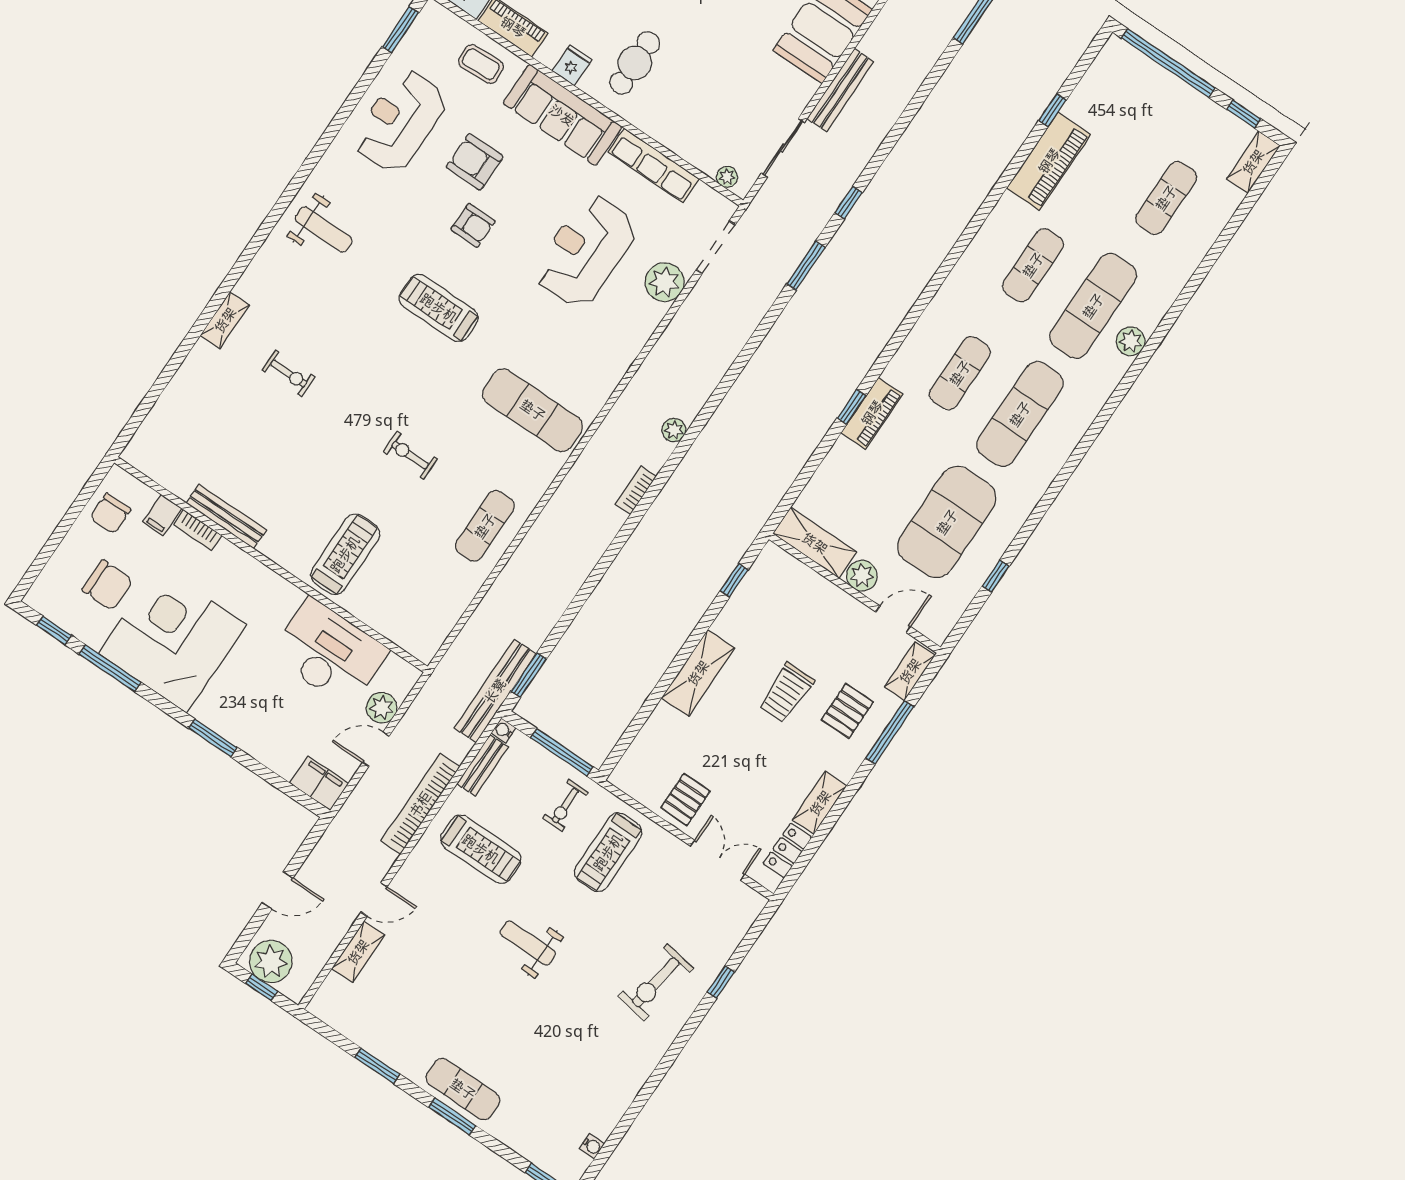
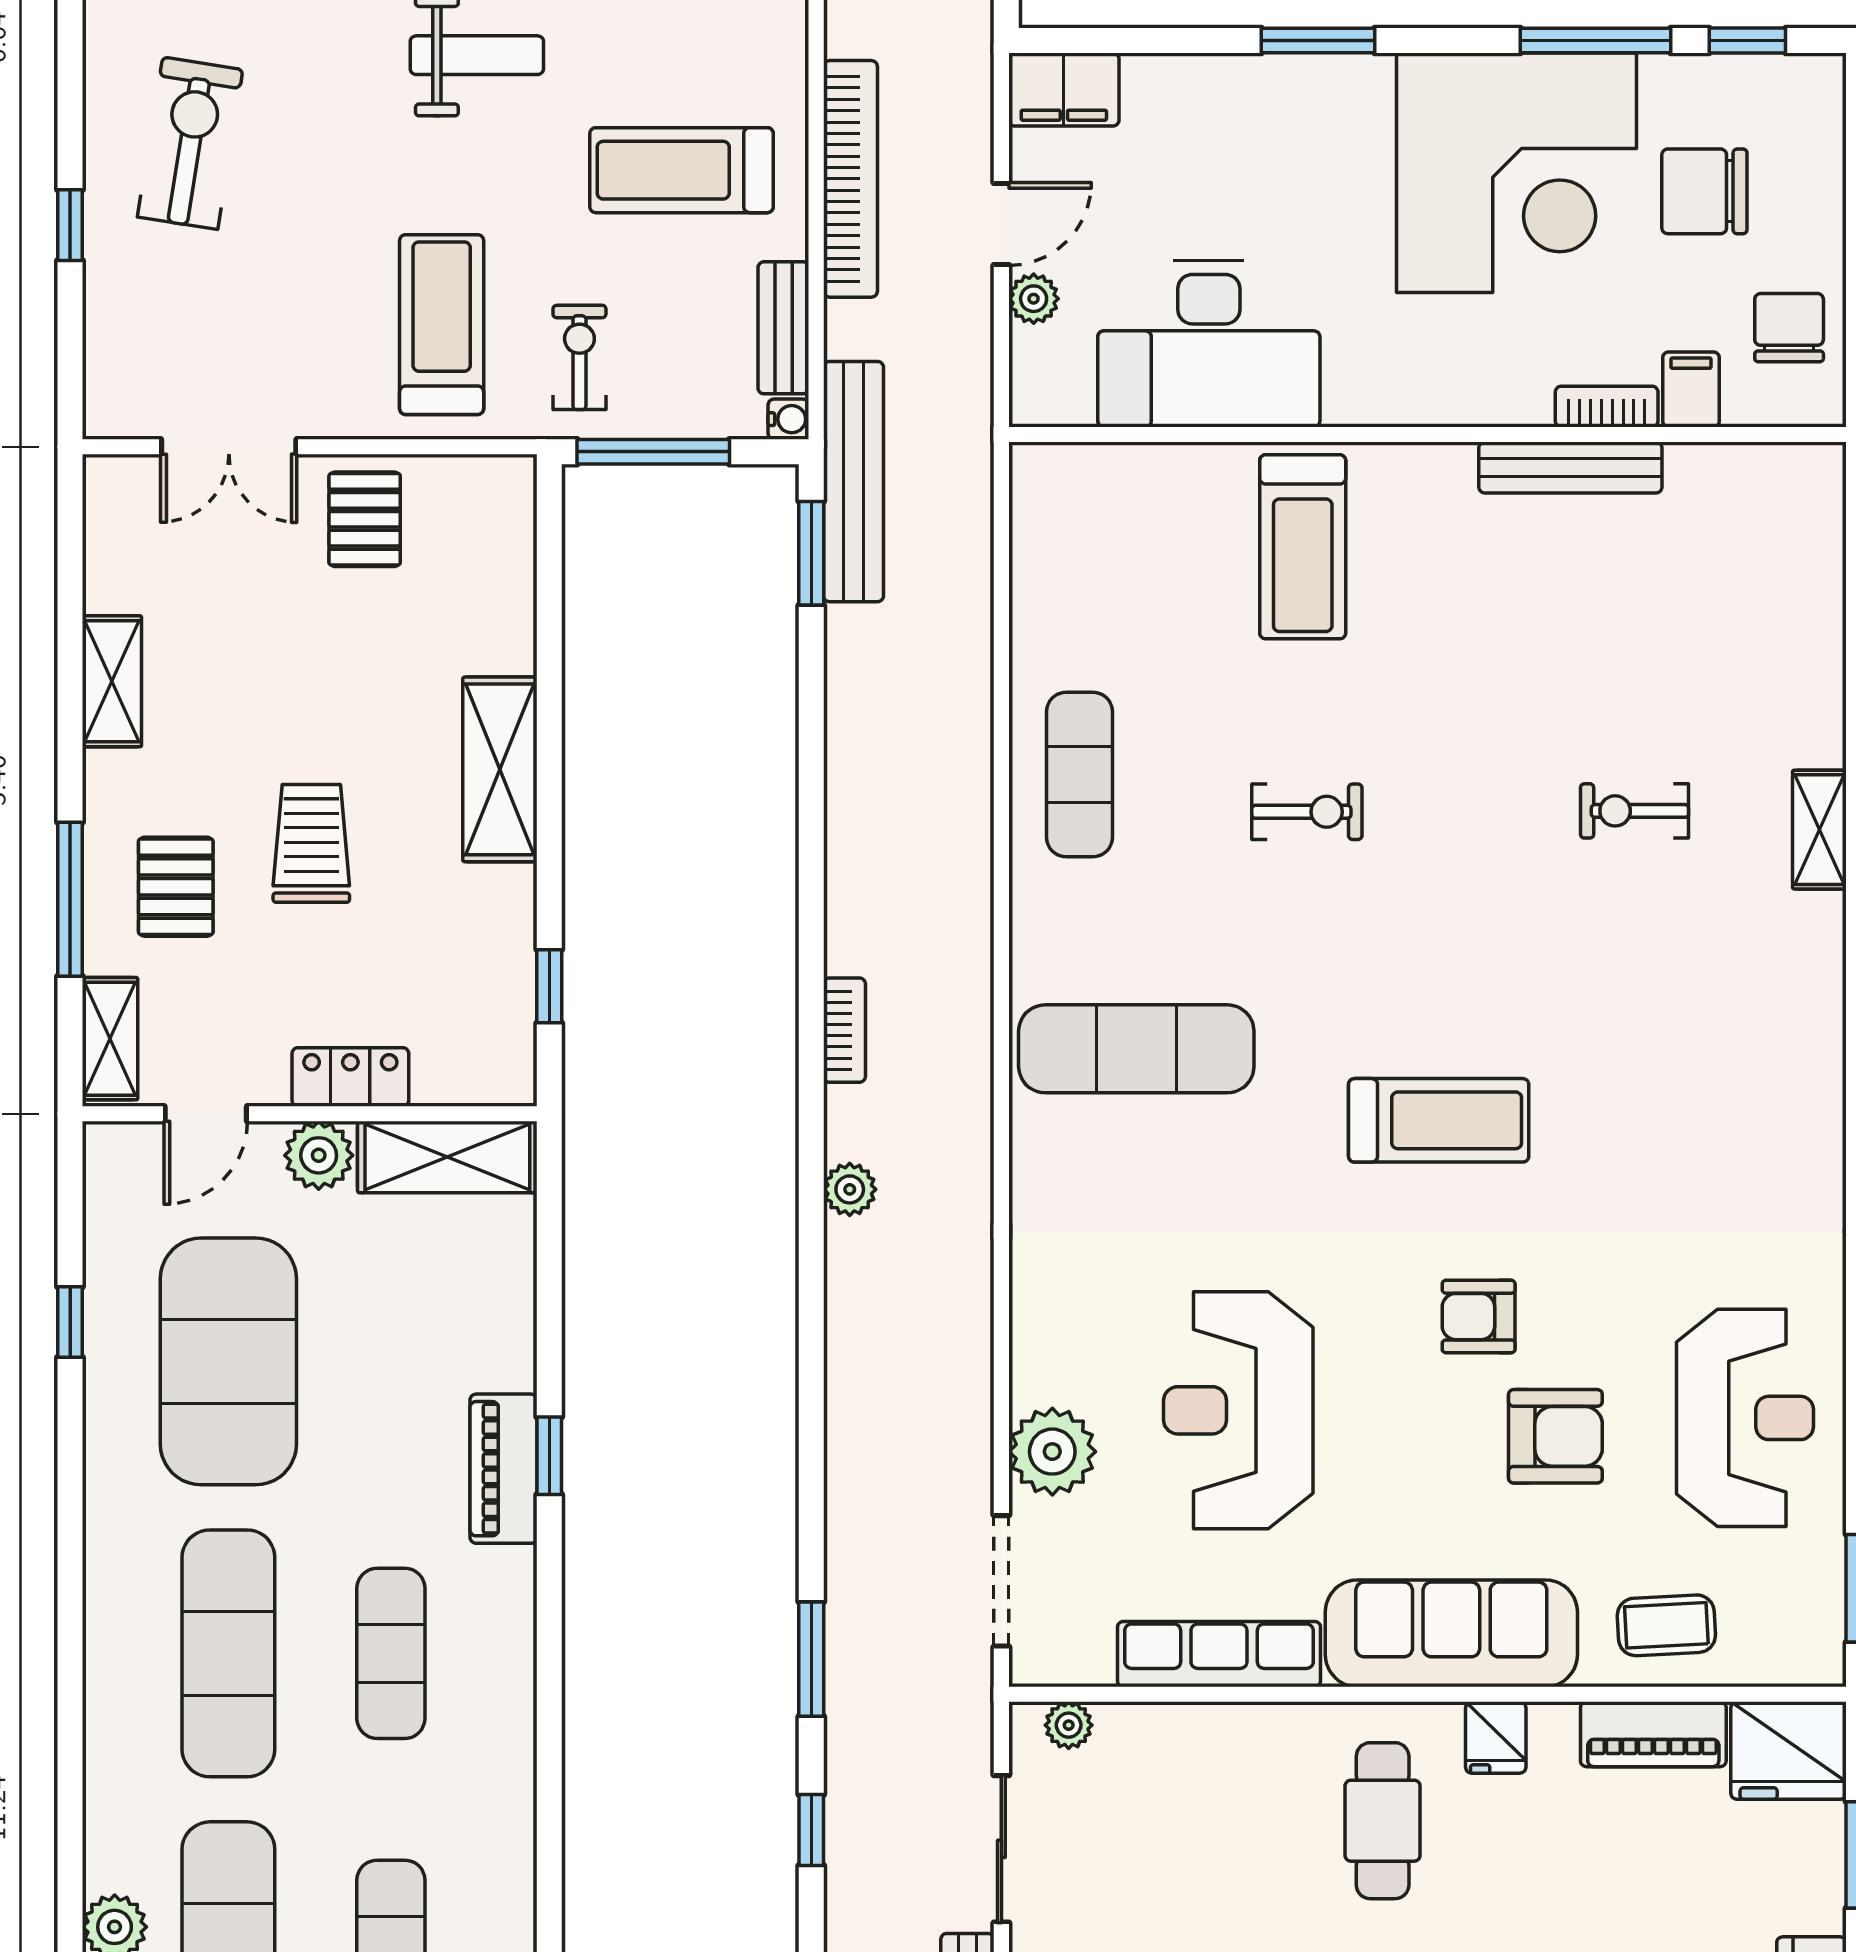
weight bench: (324, 230) -> (1750, 1121), removed
reception desk: (585, 251) -> (1238, 1410), turned 180
plant: (382, 708) -> (1034, 299), width x0.73, depth x0.73
locker: (787, 850) -> (350, 1077), moved, turned -90

